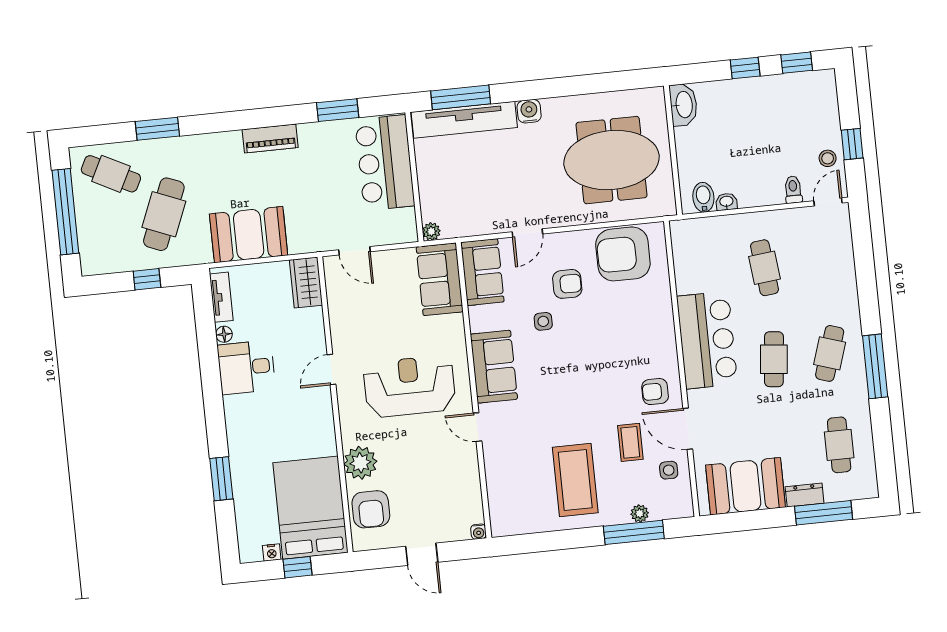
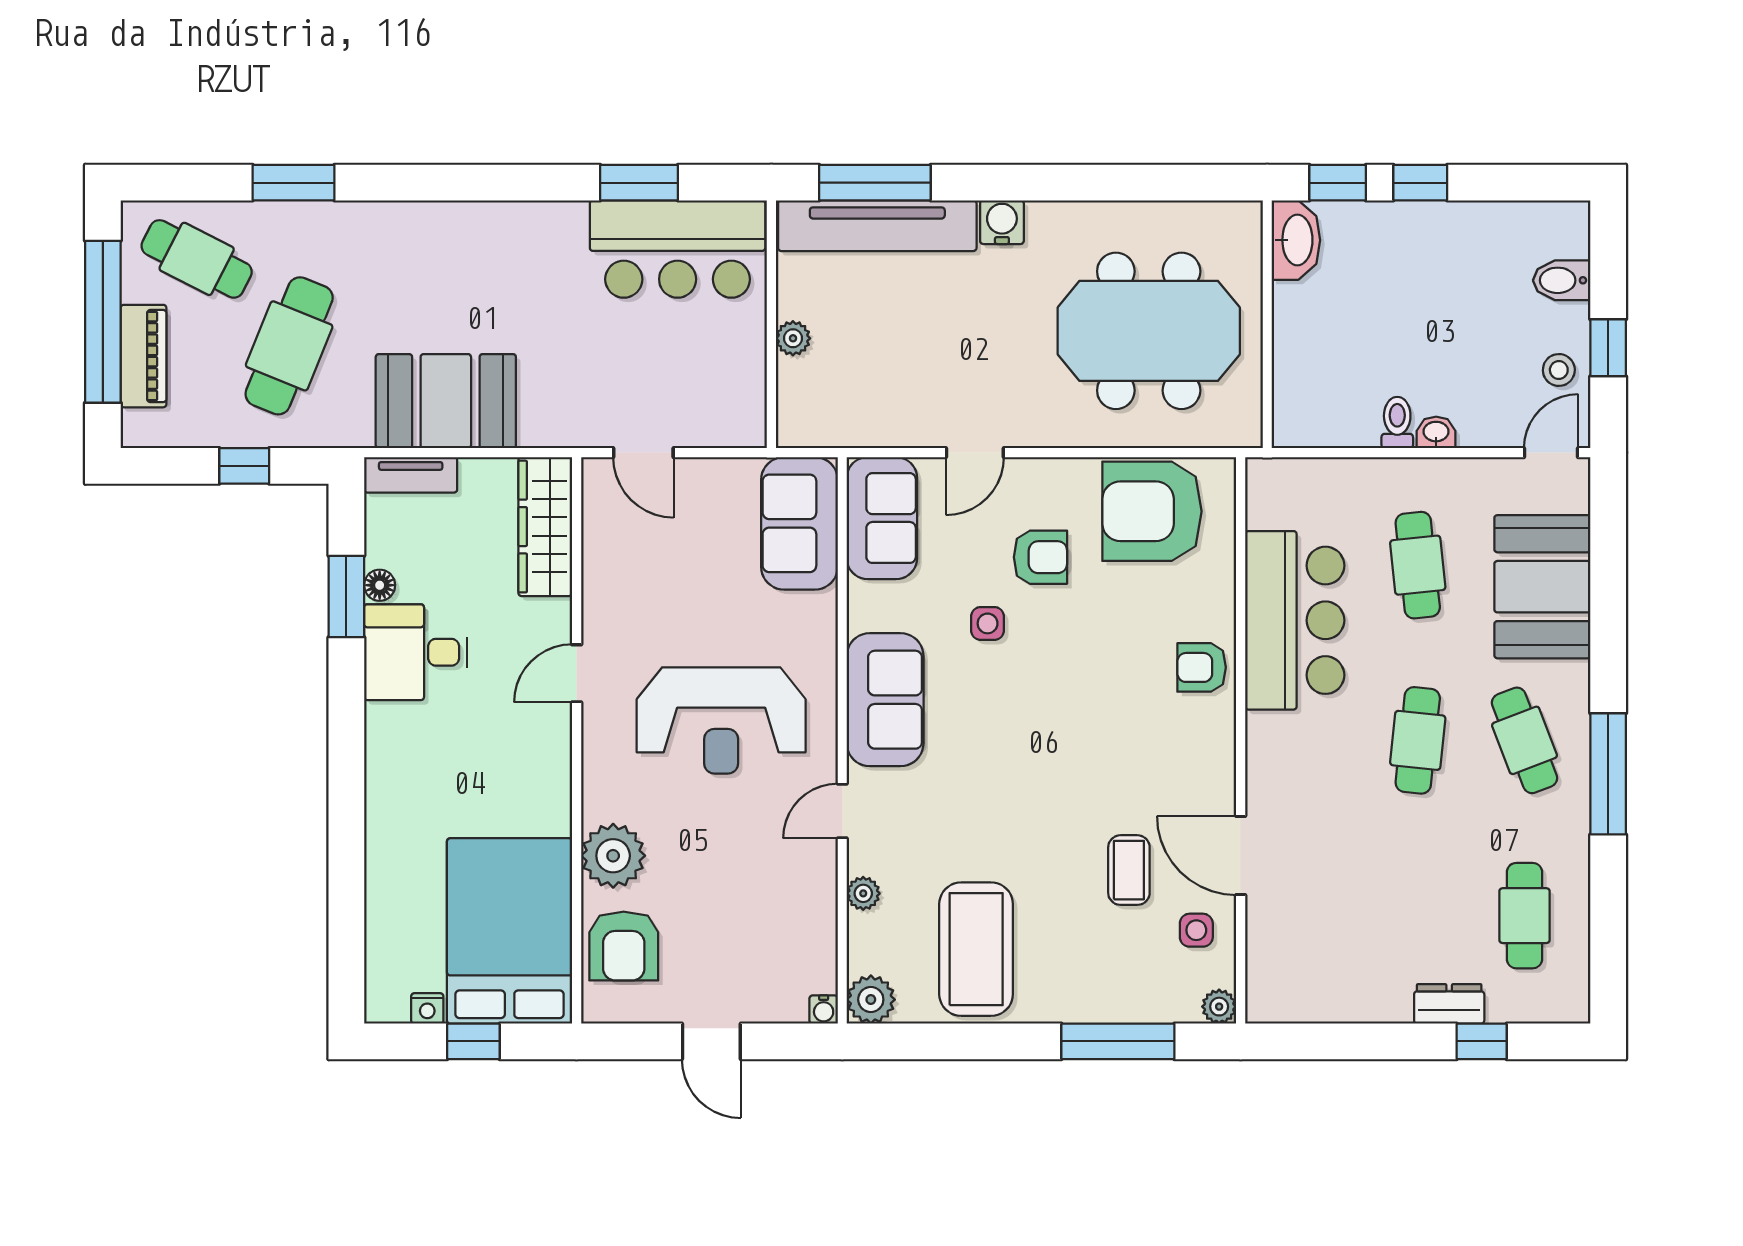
window: (797, 63) -> (1338, 183), moved
piano: (270, 139) -> (143, 356), moved, turned -90
bar counter: (385, 163) -> (678, 249), moved, turned -90
toilet: (793, 190) -> (1397, 422), moved
bidet: (703, 197) -> (1562, 280), moved, turned -90
washbasin: (726, 202) -> (1436, 432), moved
plant: (431, 231) -> (793, 338), moved
wardrobe: (306, 283) -> (545, 527), width x1.50
tv unit: (221, 297) -> (411, 475), moved, turned 90
bar counter: (707, 340) -> (1295, 620), moved
cafe table: (830, 353) -> (1524, 740), turned -39
reception desk: (409, 386) -> (721, 720), turned 180
armchair: (655, 392) -> (1202, 667), moved
door: (477, 427) -> (842, 811), hinge flipped
plant: (493, 469) -> (863, 893), added
window: (221, 479) -> (346, 597), moved
coffee table: (575, 480) -> (976, 949), moved
booth: (746, 486) -> (1542, 587), moved, turned 90
plant: (640, 513) -> (1219, 1007), moved
window: (824, 513) -> (1482, 1041), width x0.46
plant: (503, 524) -> (871, 1000), added

